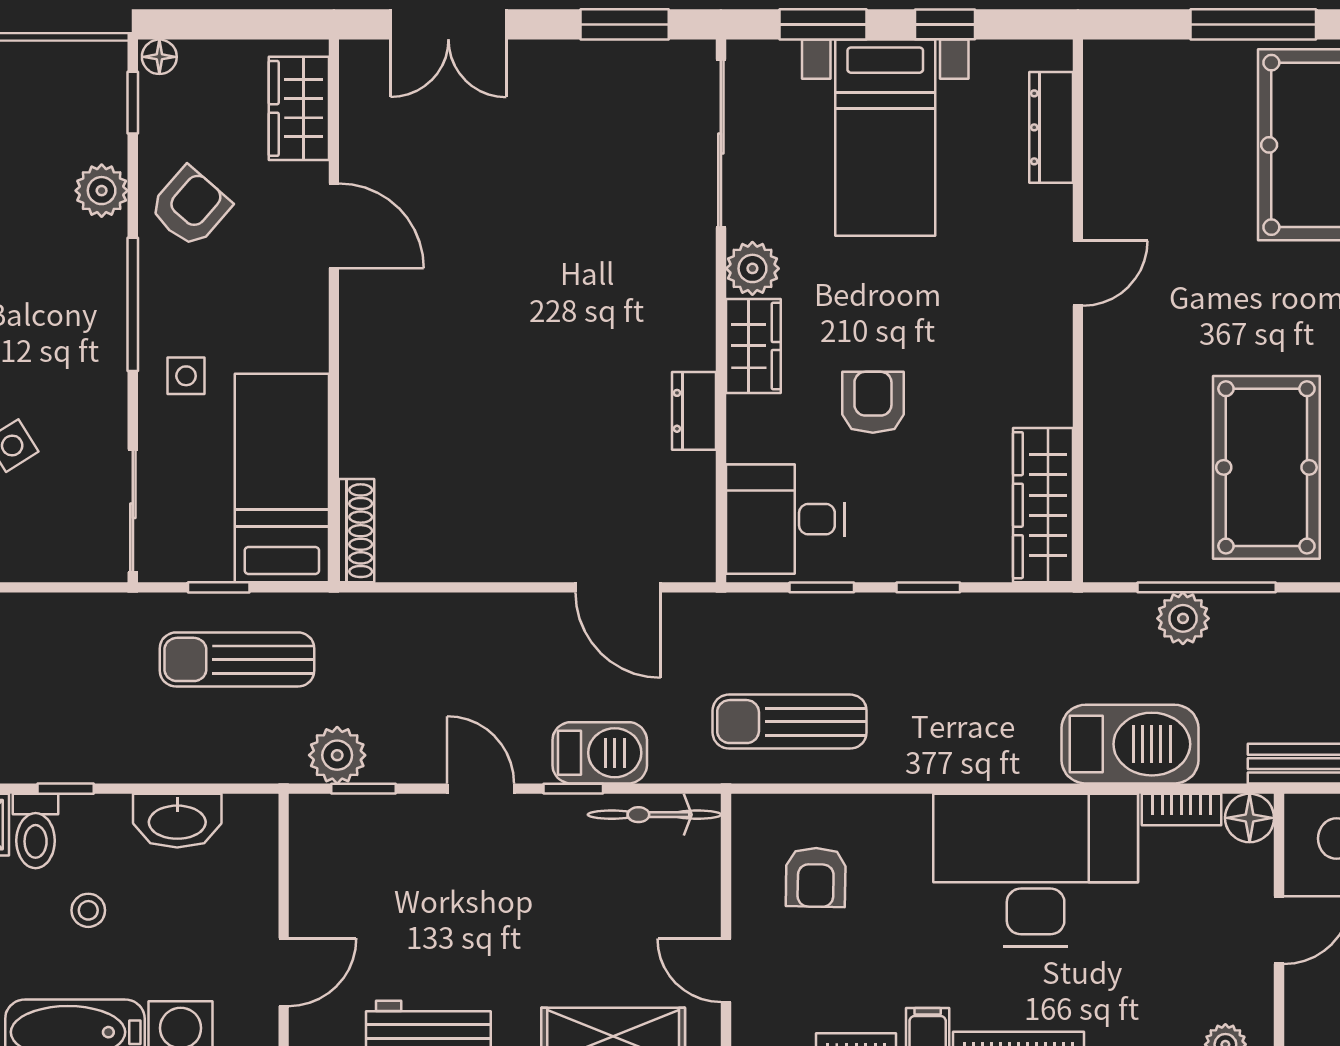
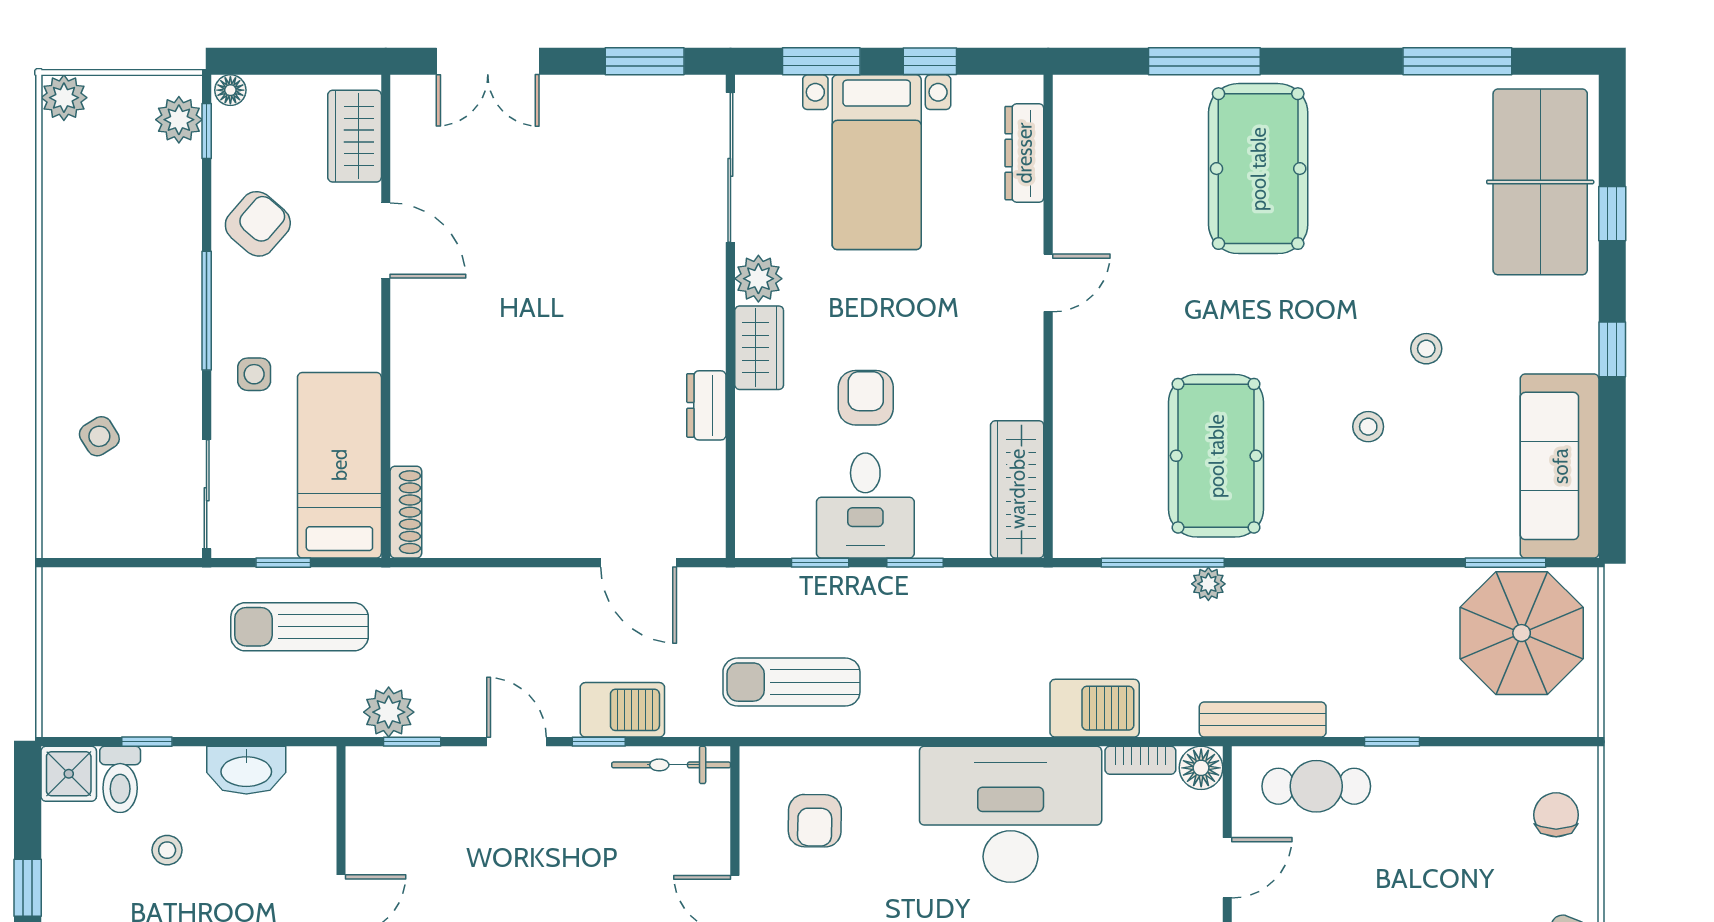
plant: (102, 191) -> (179, 120), moved
desk: (785, 519) -> (865, 506), moved, turned -90
plant: (1183, 618) -> (1208, 584), moved, width x0.73, depth x0.73
barbecue: (1130, 744) -> (1095, 708), width x0.73, depth x0.83

